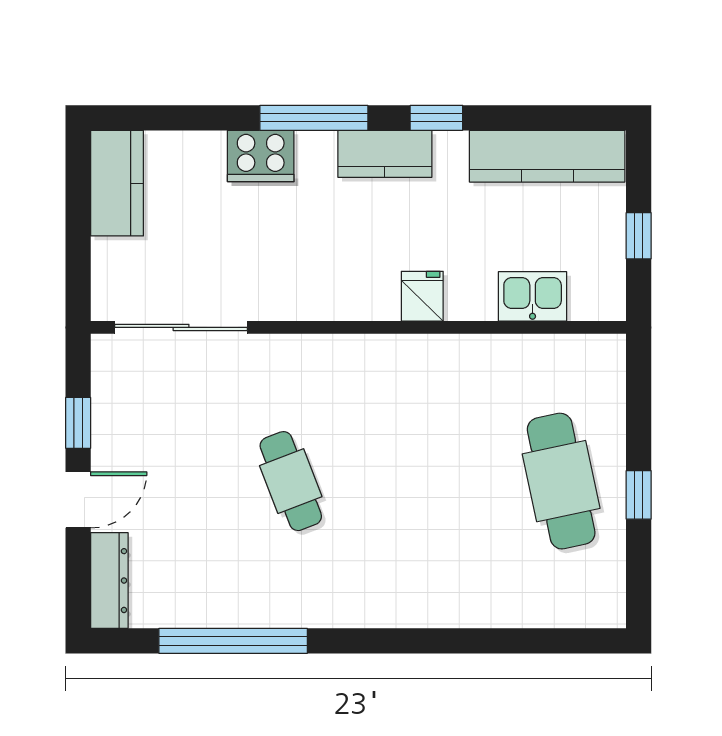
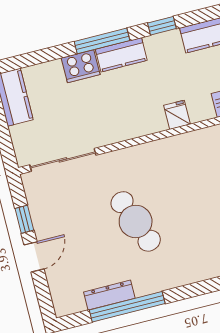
kitchen counter: (385, 154) -> (121, 55), moved
cafe table: (291, 481) -> (136, 221), width x1.37, depth x1.35
dresser: (109, 581) -> (109, 295), moved, turned -90

